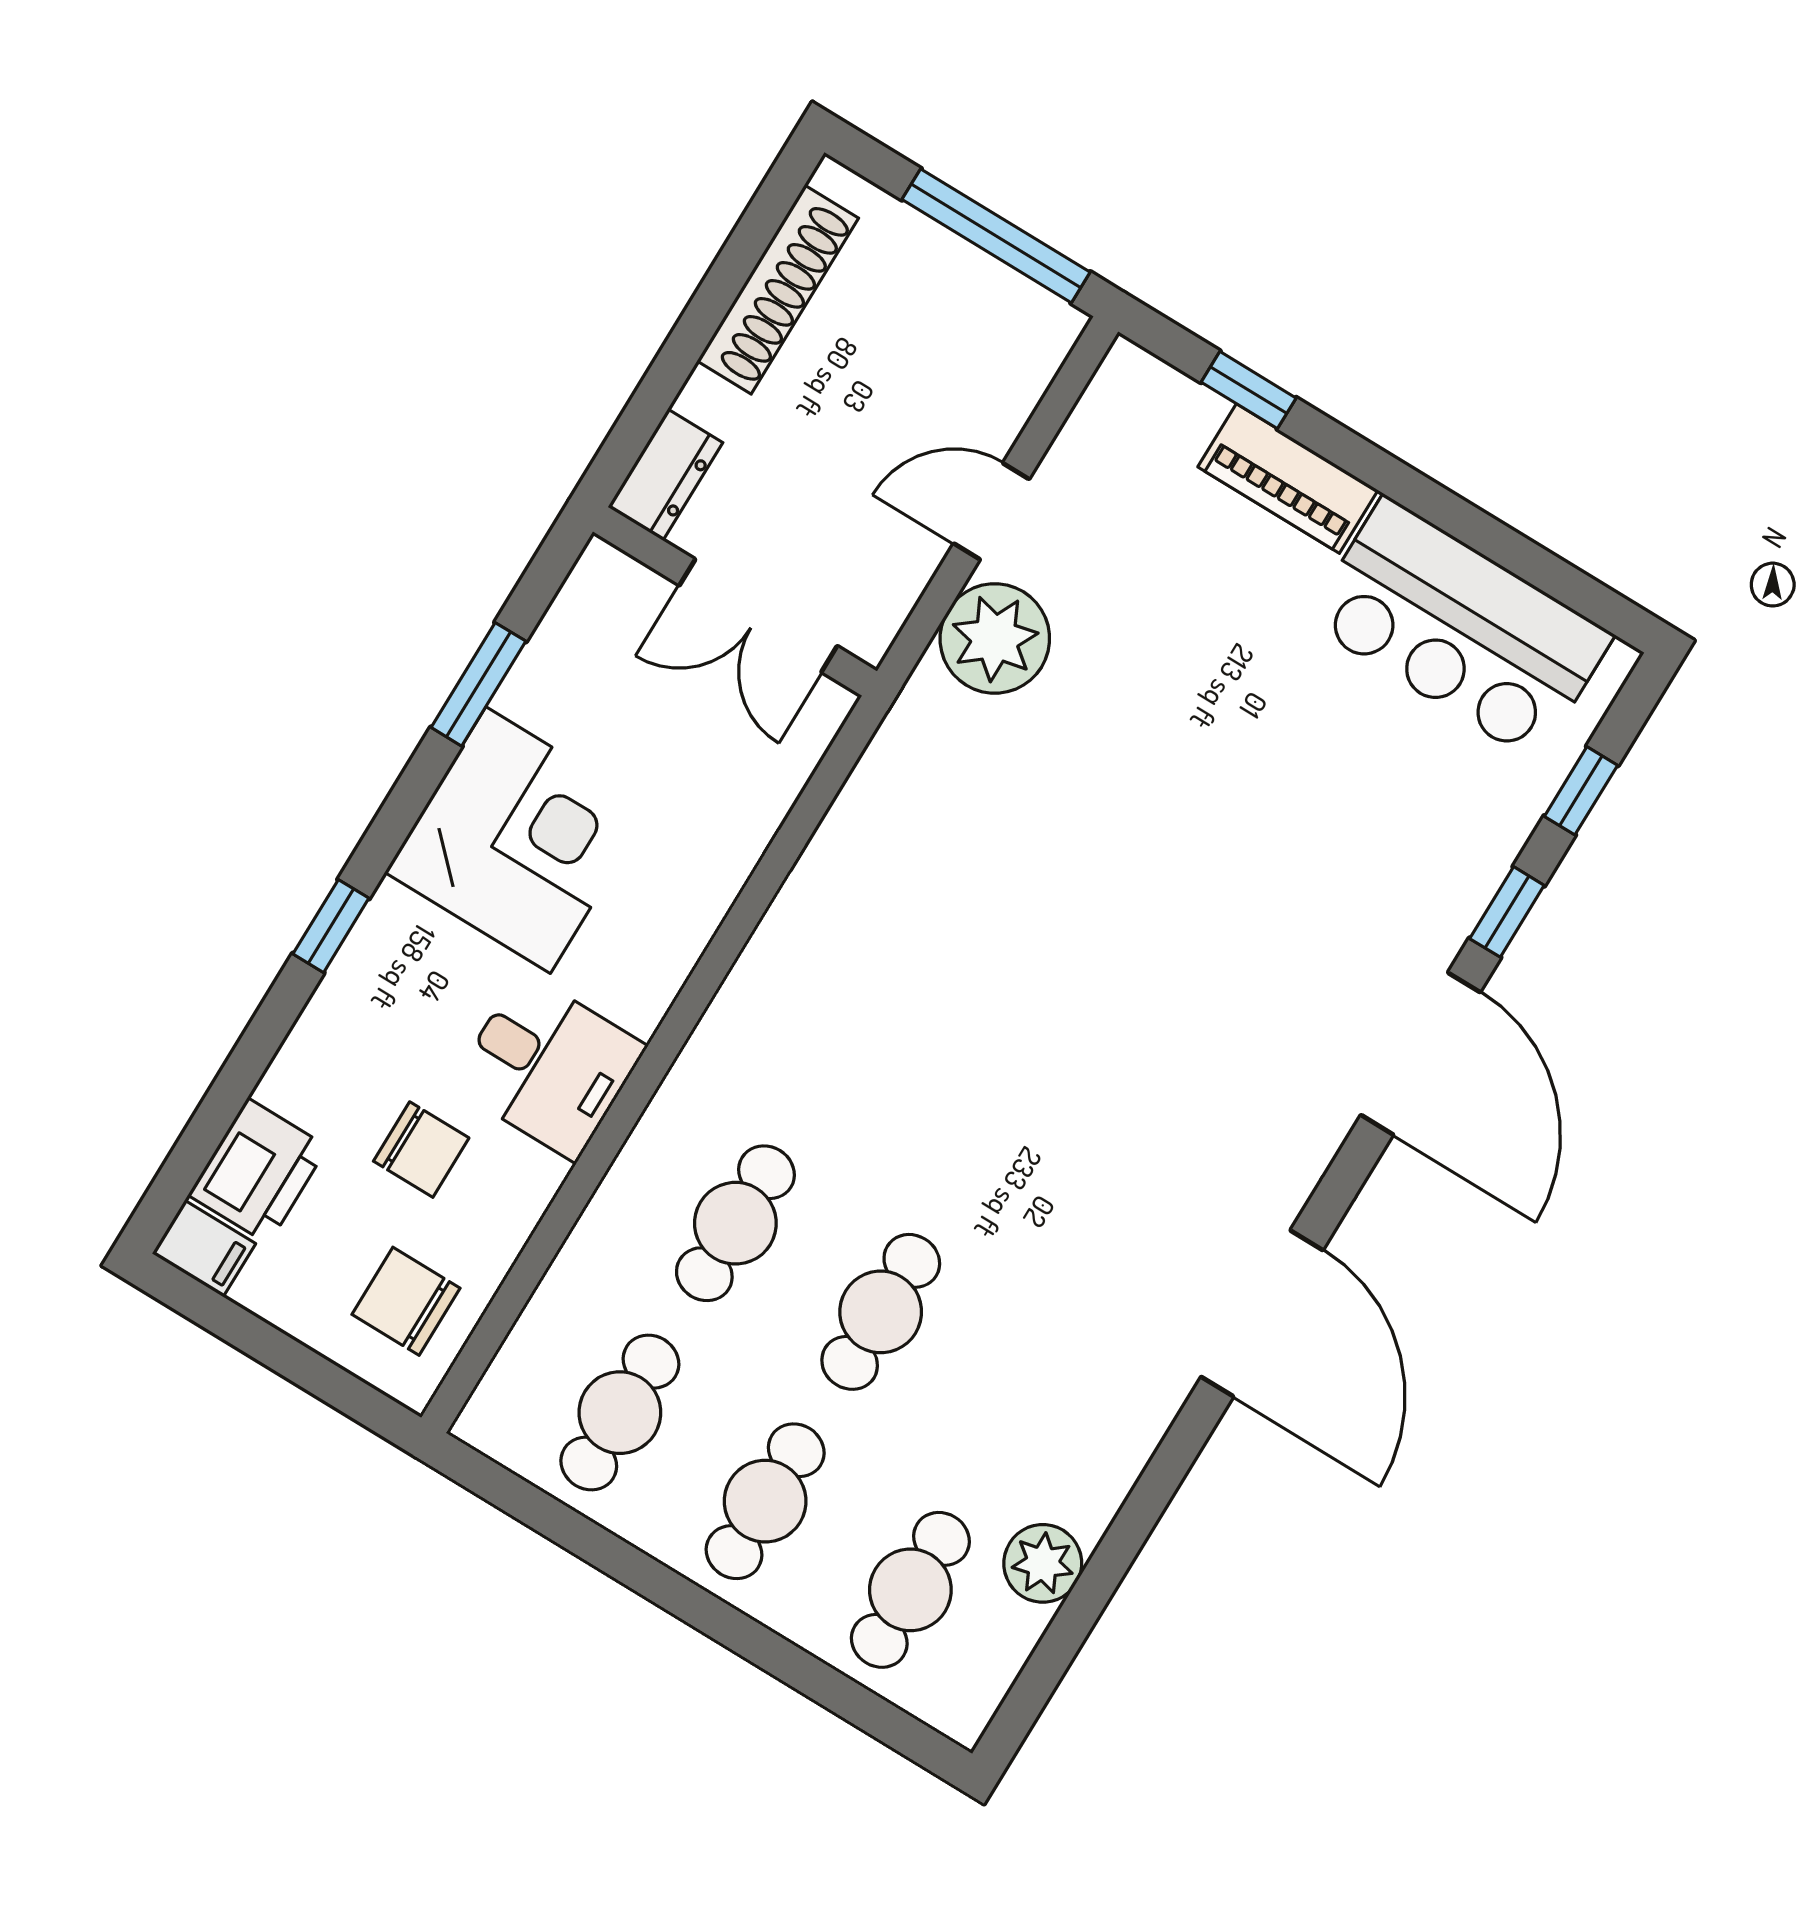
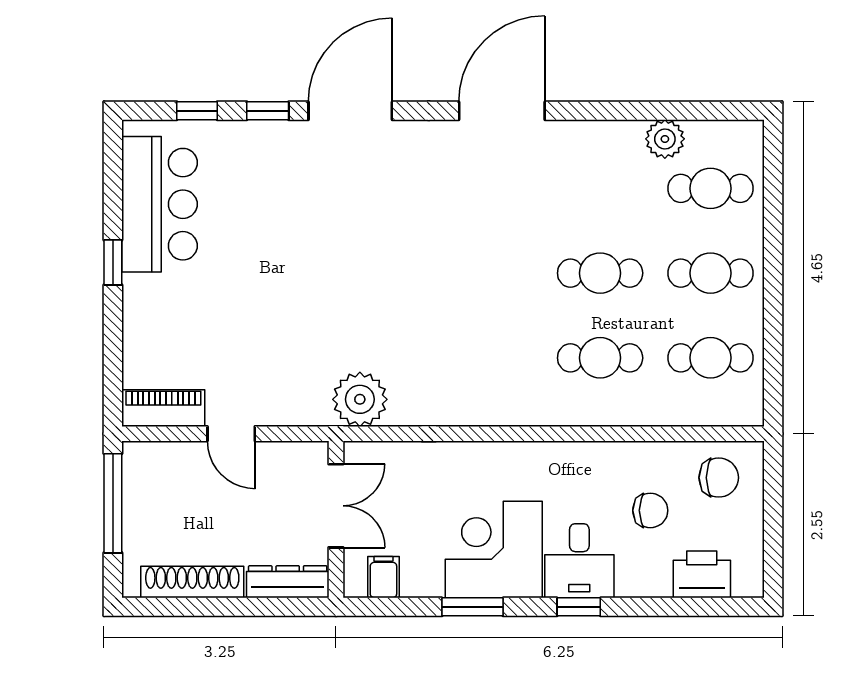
window: (1249, 390) -> (113, 262), moved
dresser: (665, 475) -> (288, 582), width x1.44
piano: (1288, 479) -> (163, 408), moved, turned -90
plant: (995, 638) -> (360, 399), moved
window: (478, 684) -> (473, 607), moved
desk: (549, 1066) -> (579, 561), moved, turned 180
chair: (421, 1150) -> (650, 510), turned 90
filing cabinet: (204, 1249) -> (383, 577), moved
chair: (406, 1301) -> (719, 478), turned -90

